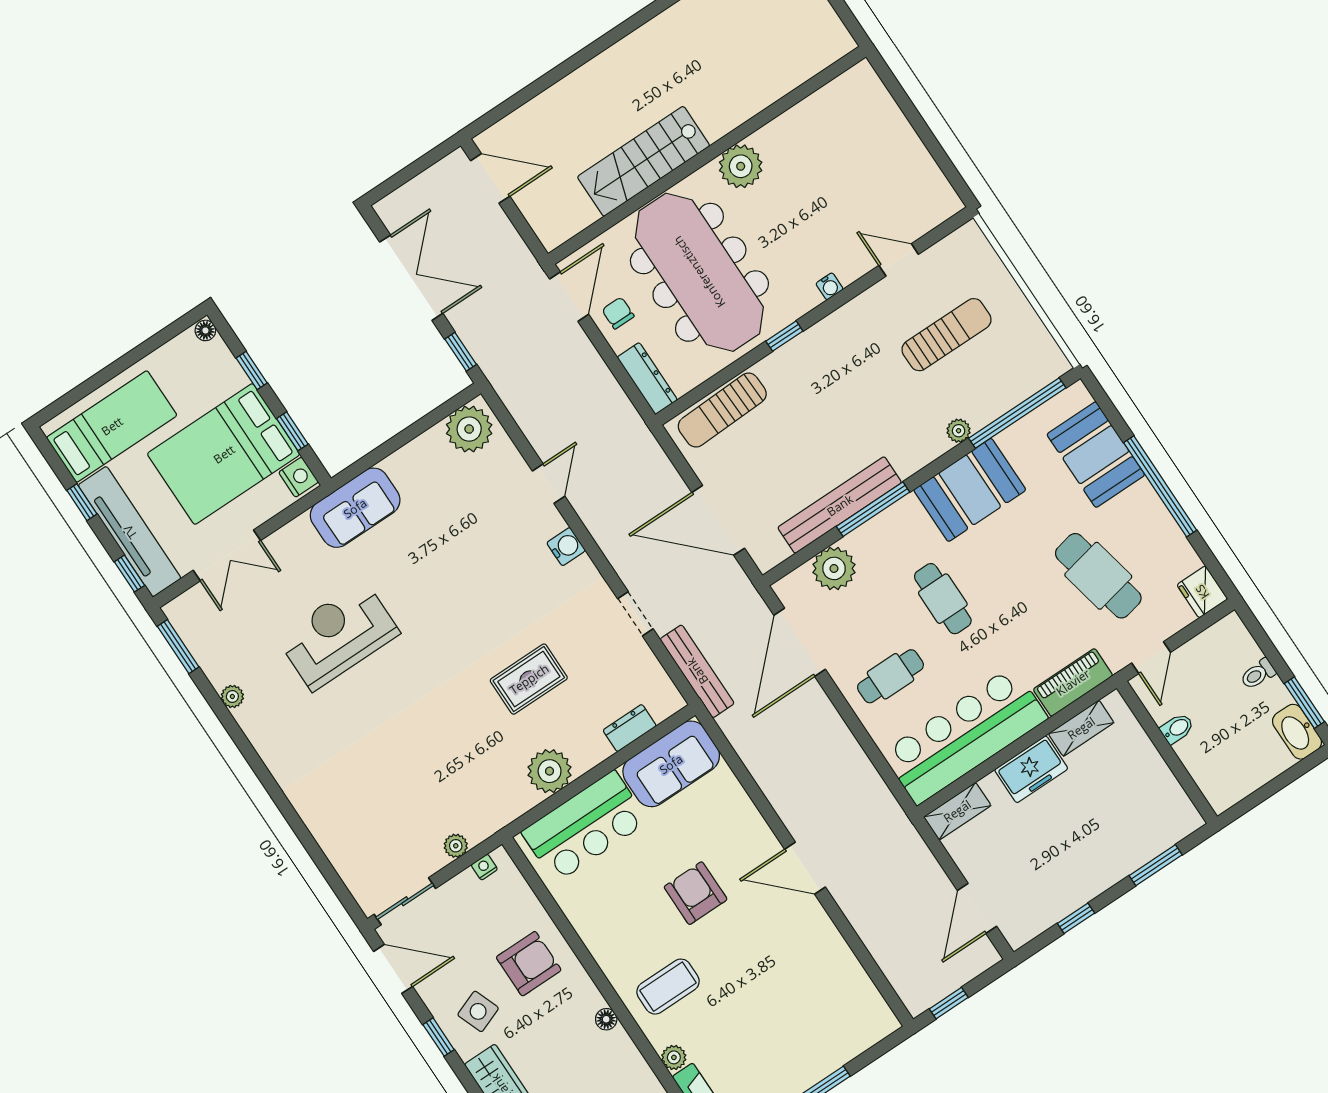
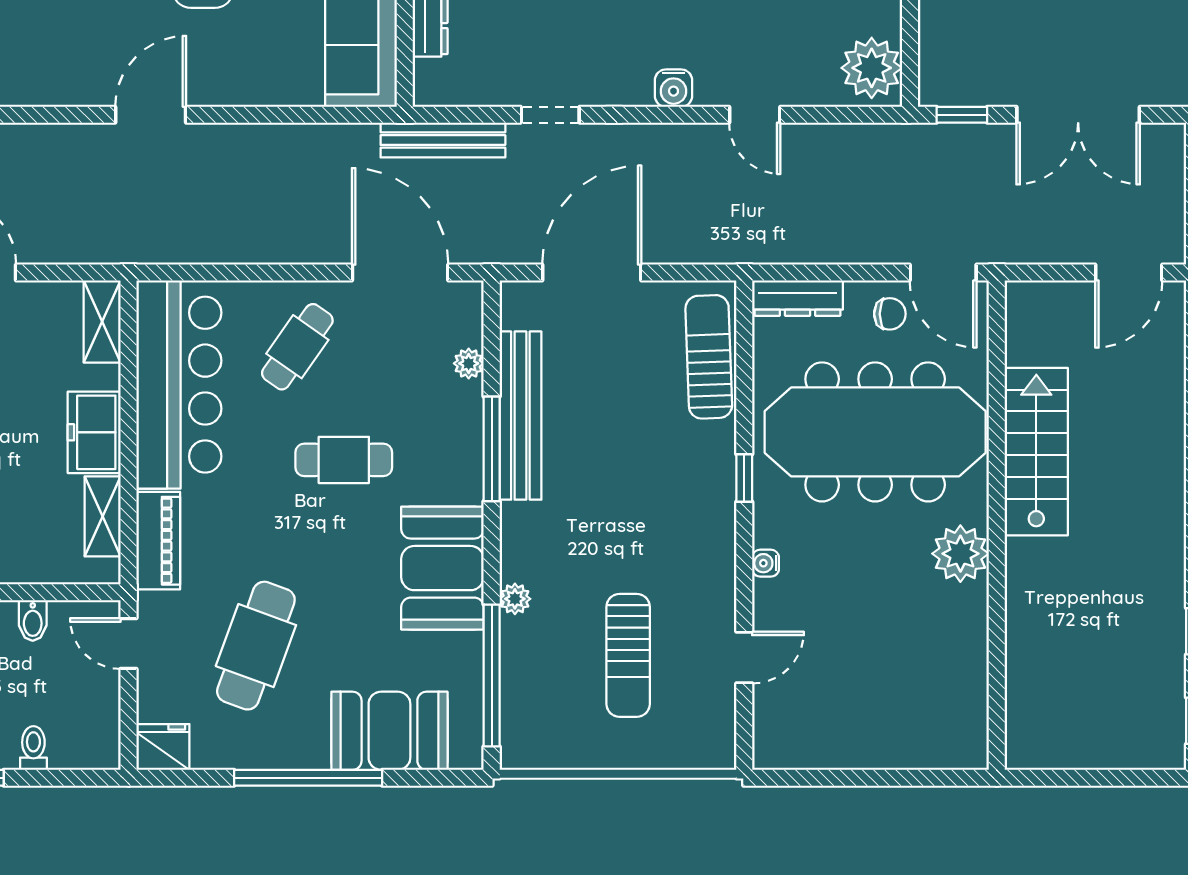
plant: (834, 568) -> (469, 363), width x0.53, depth x0.53
cafe table: (1098, 576) -> (256, 646), turned -58
cafe table: (890, 676) -> (297, 347), turned 35

